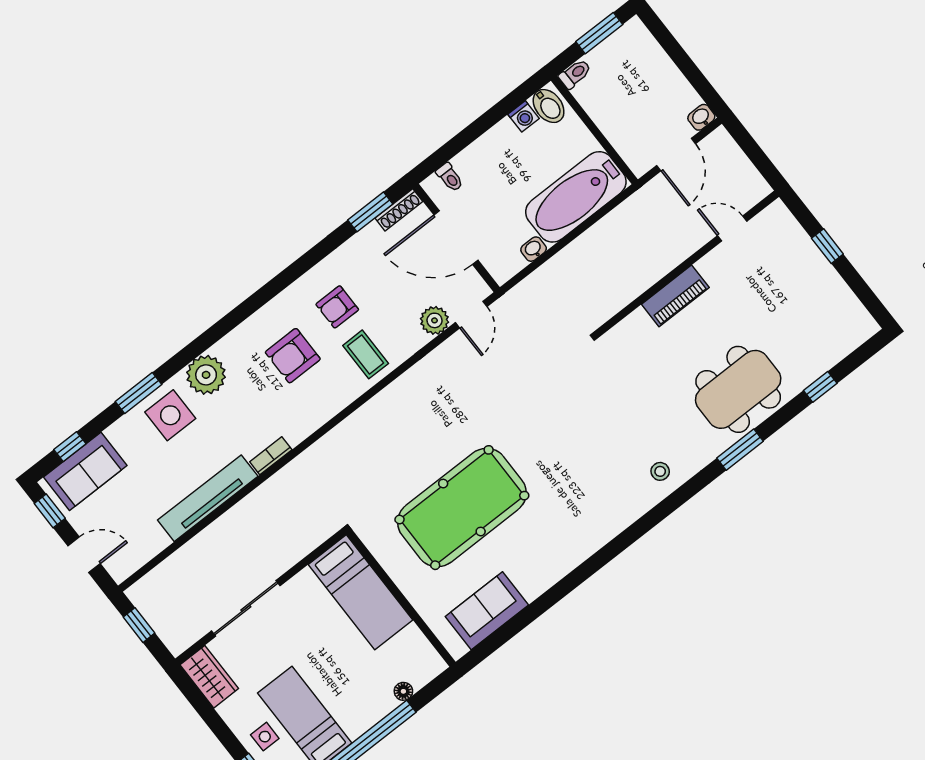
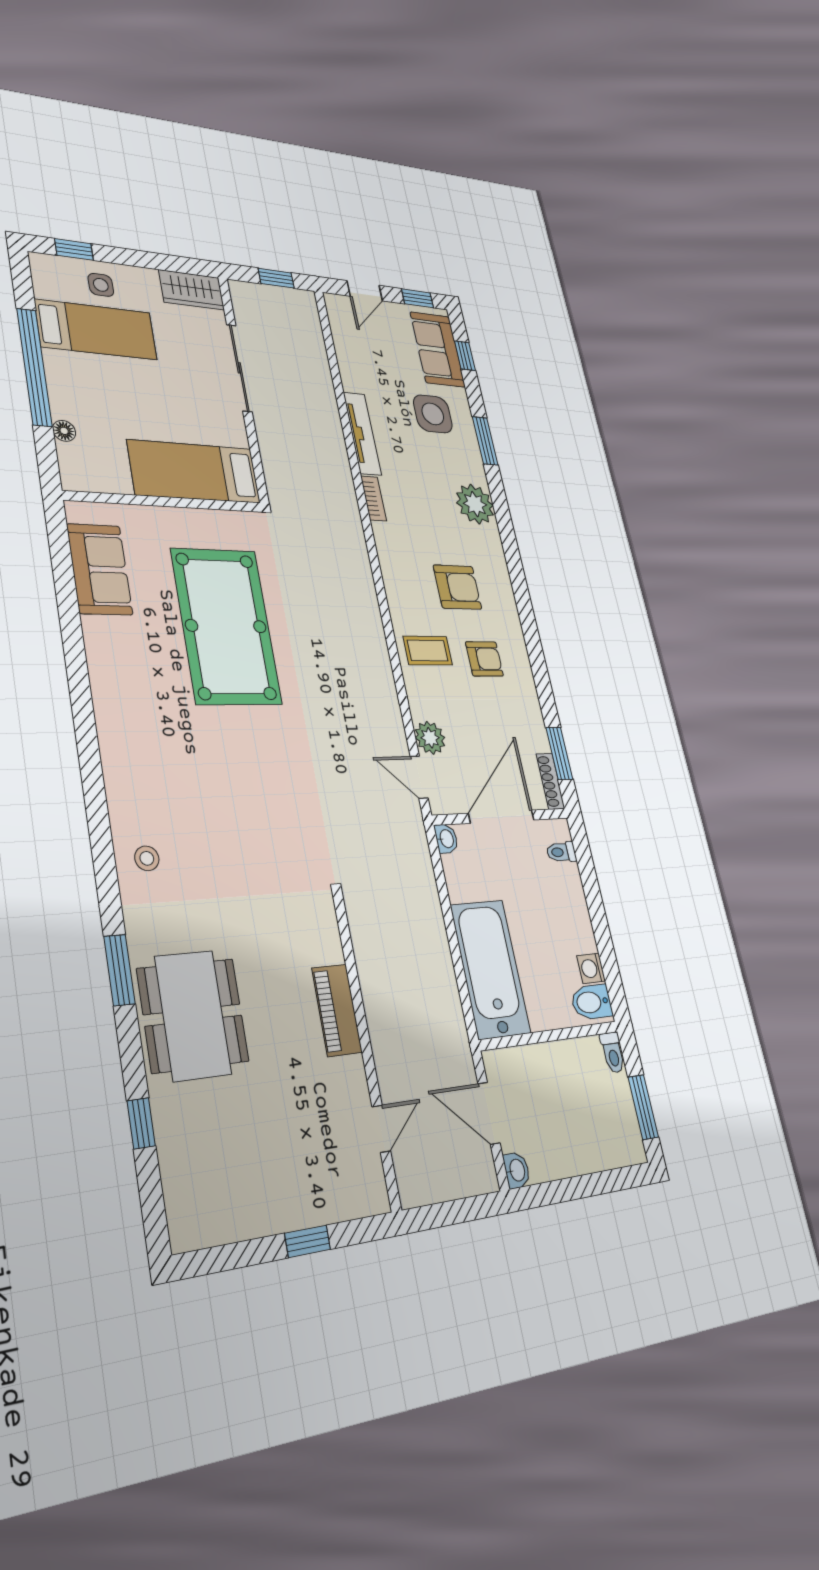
washbasin: (534, 249) -> (446, 839), moved
armchair: (337, 307) -> (484, 659), turned 90
armchair: (293, 356) -> (457, 587), turned 90
side table: (170, 415) -> (433, 414), moved
tv unit: (208, 498) -> (362, 434), width x0.73, depth x0.78

